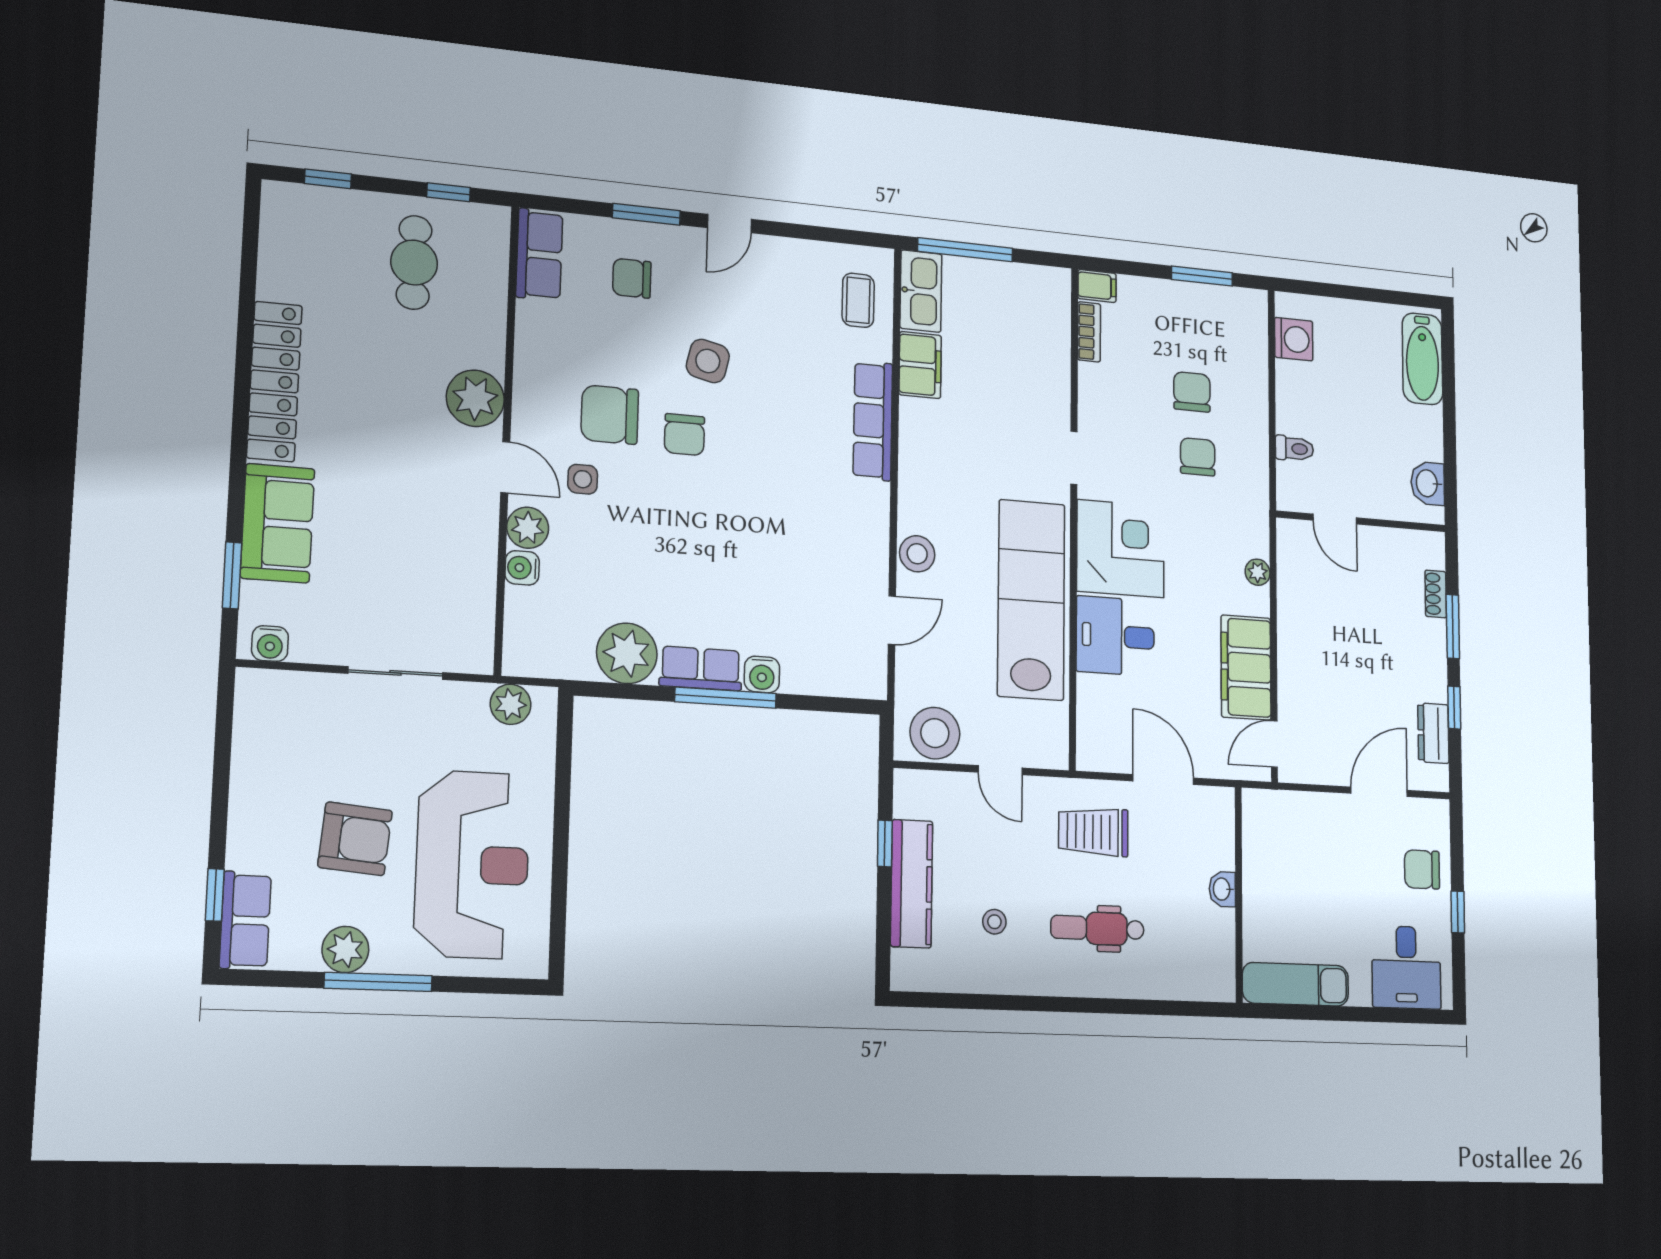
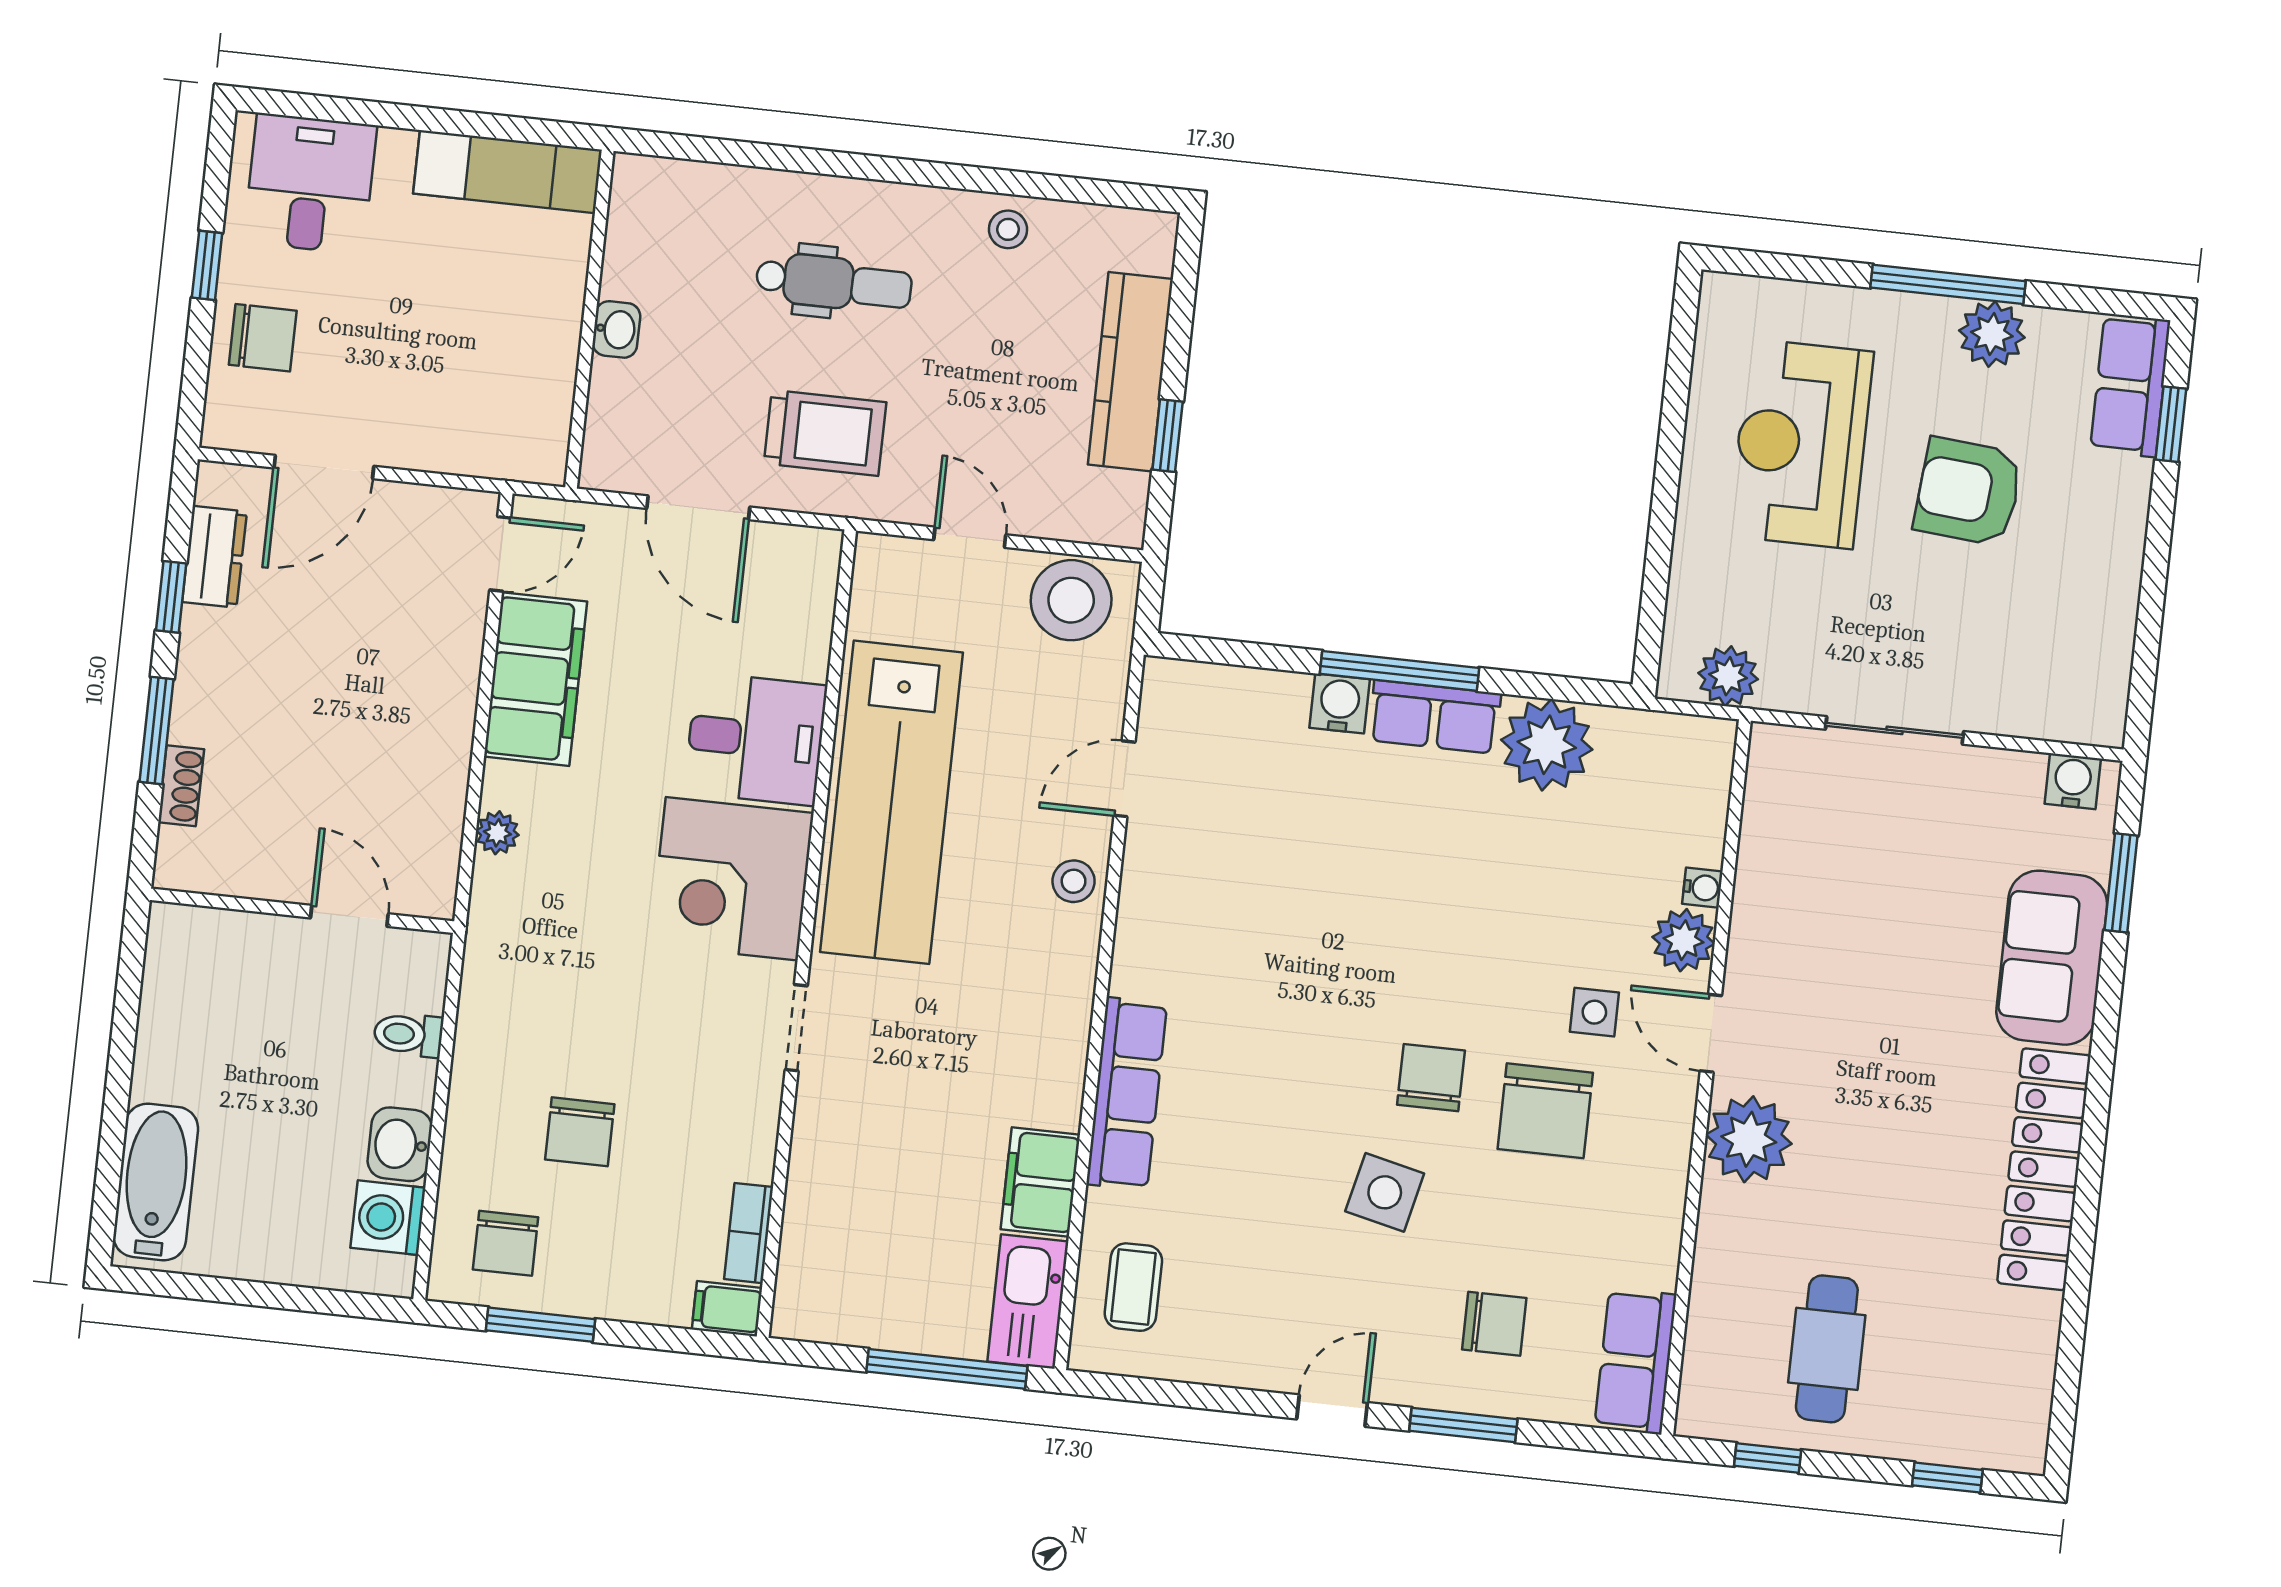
chair: (610, 415) -> (1545, 1111), turned 90
chair: (1198, 457) -> (506, 1243), moved
washbasin: (1428, 483) -> (400, 1144), moved, turned 180
stool: (917, 554) -> (1074, 881), width x0.73, depth x0.73
water cooler: (522, 568) -> (1702, 888), width x0.72, depth x0.72
reception desk: (472, 864) -> (1801, 444), width x0.74, depth x0.77
stool: (994, 922) -> (1008, 229), moved

